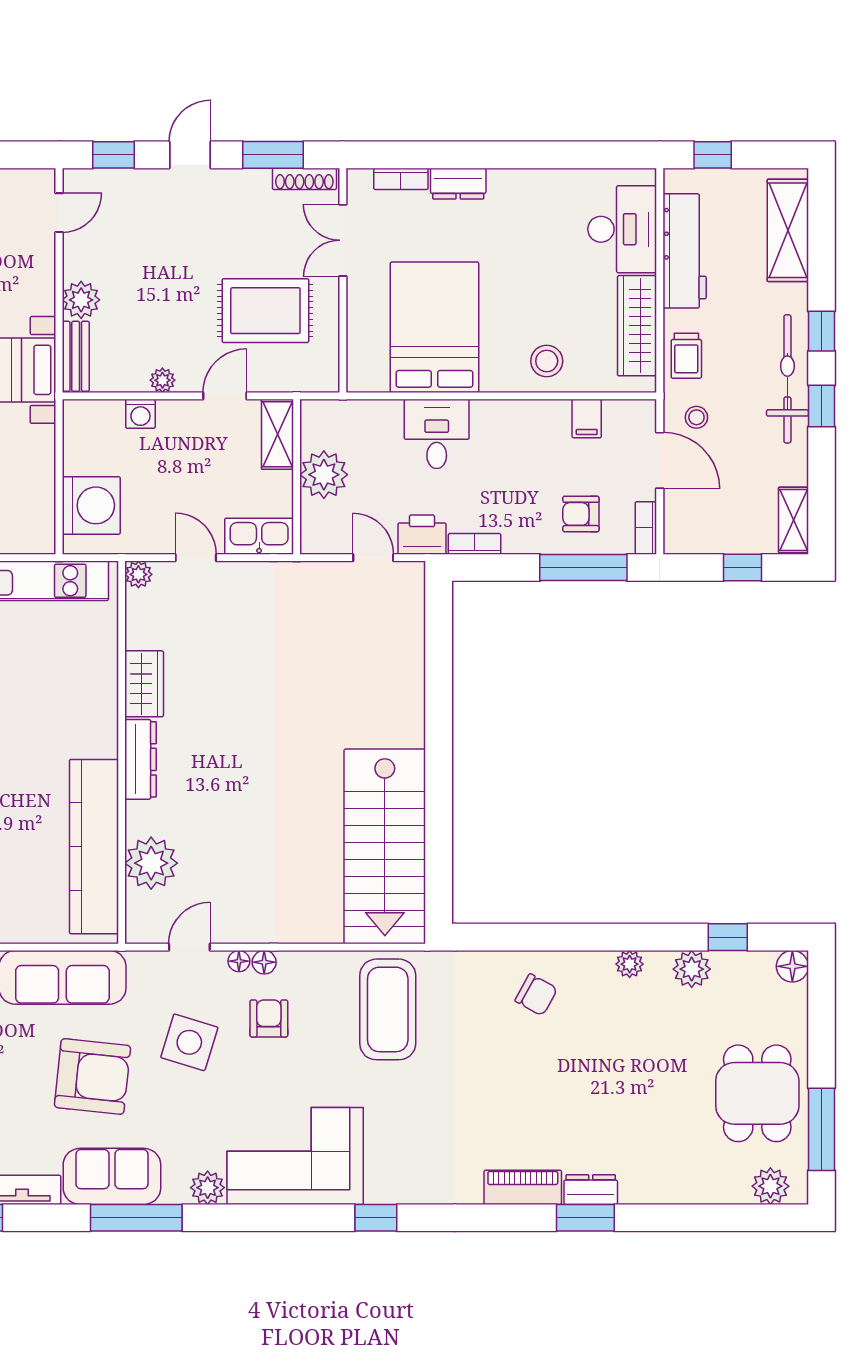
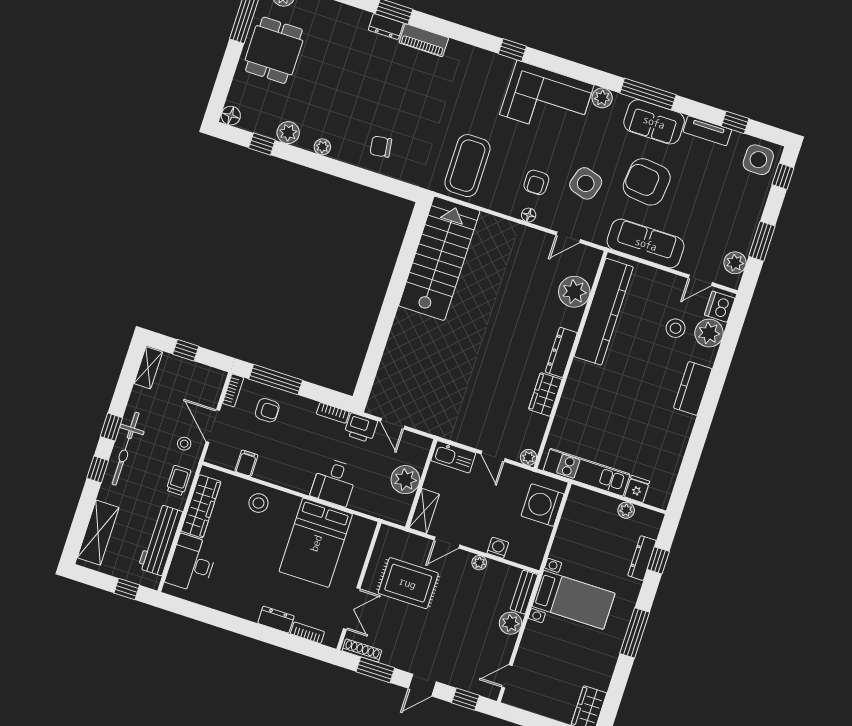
floor lamp: (239, 961) -> (543, 220), removed
chair: (536, 995) -> (381, 147), turned -37

